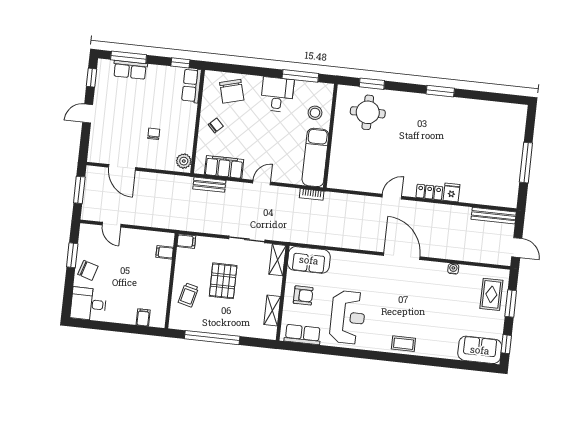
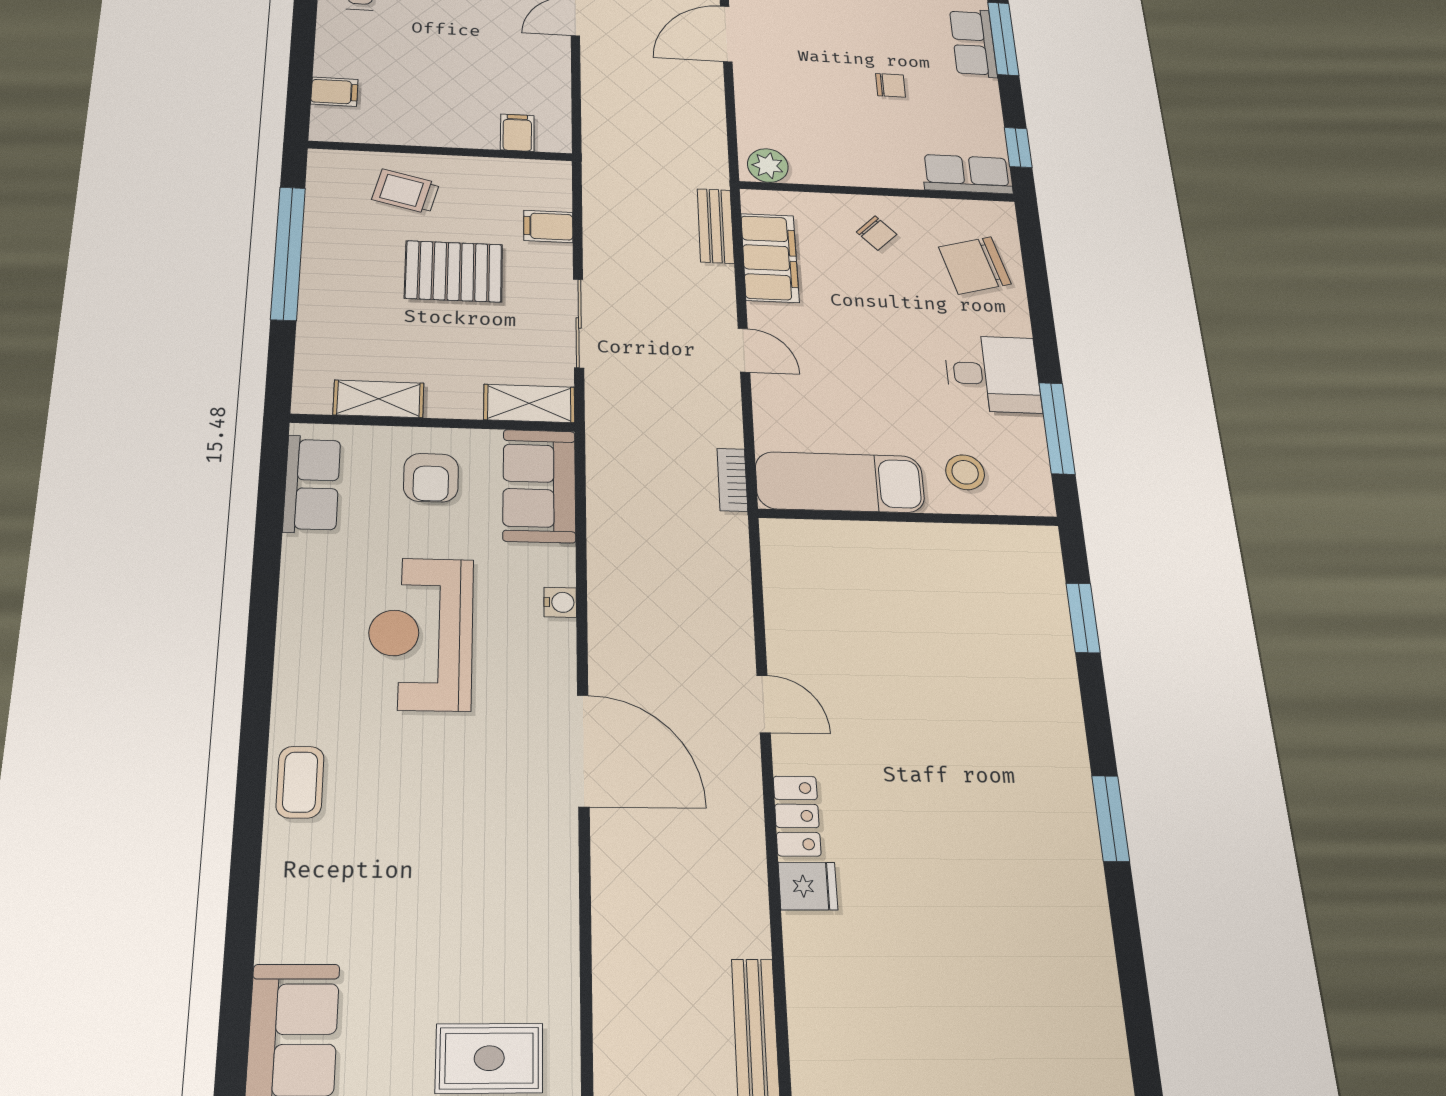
round table: (368, 112) -> (999, 613), removed
chair: (154, 134) -> (891, 85), moved
filing cabinet: (186, 241) -> (548, 226), moved, turned 90
door: (402, 256) -> (583, 750), hinge flipped
water cooler: (453, 269) -> (560, 602), moved
reception desk: (348, 317) -> (421, 633), moved, turned 90

